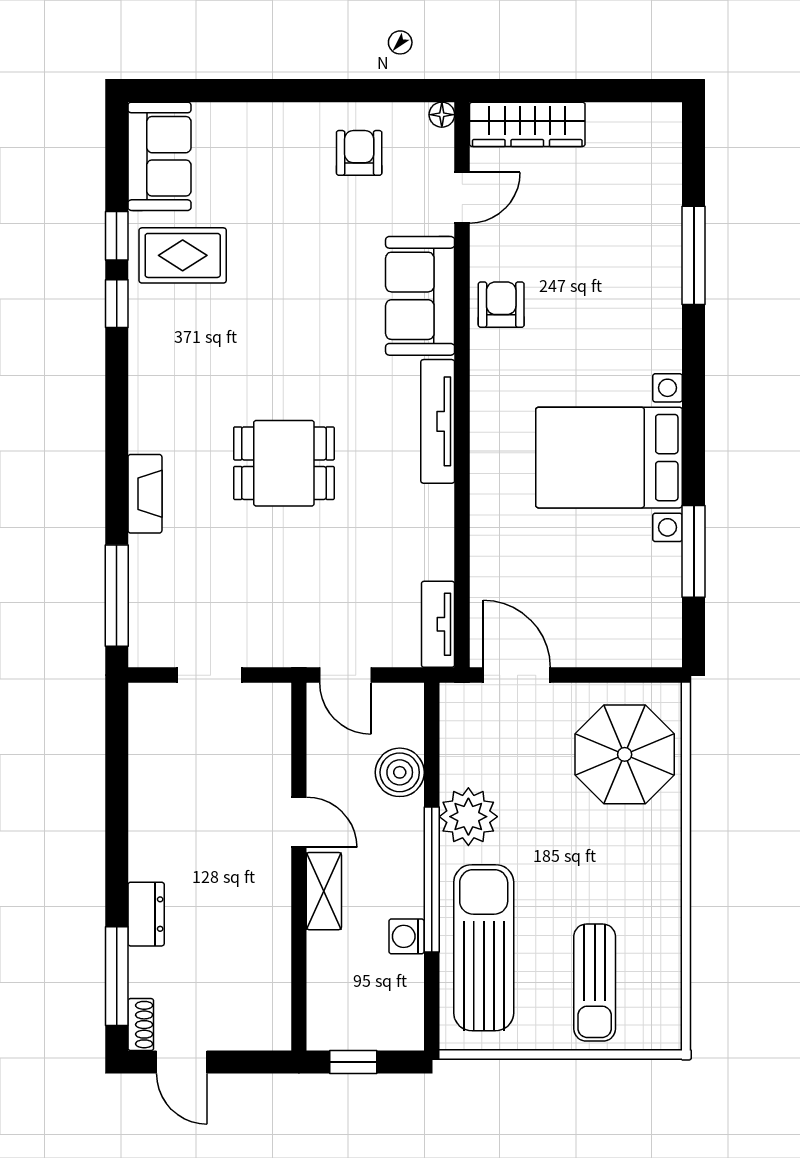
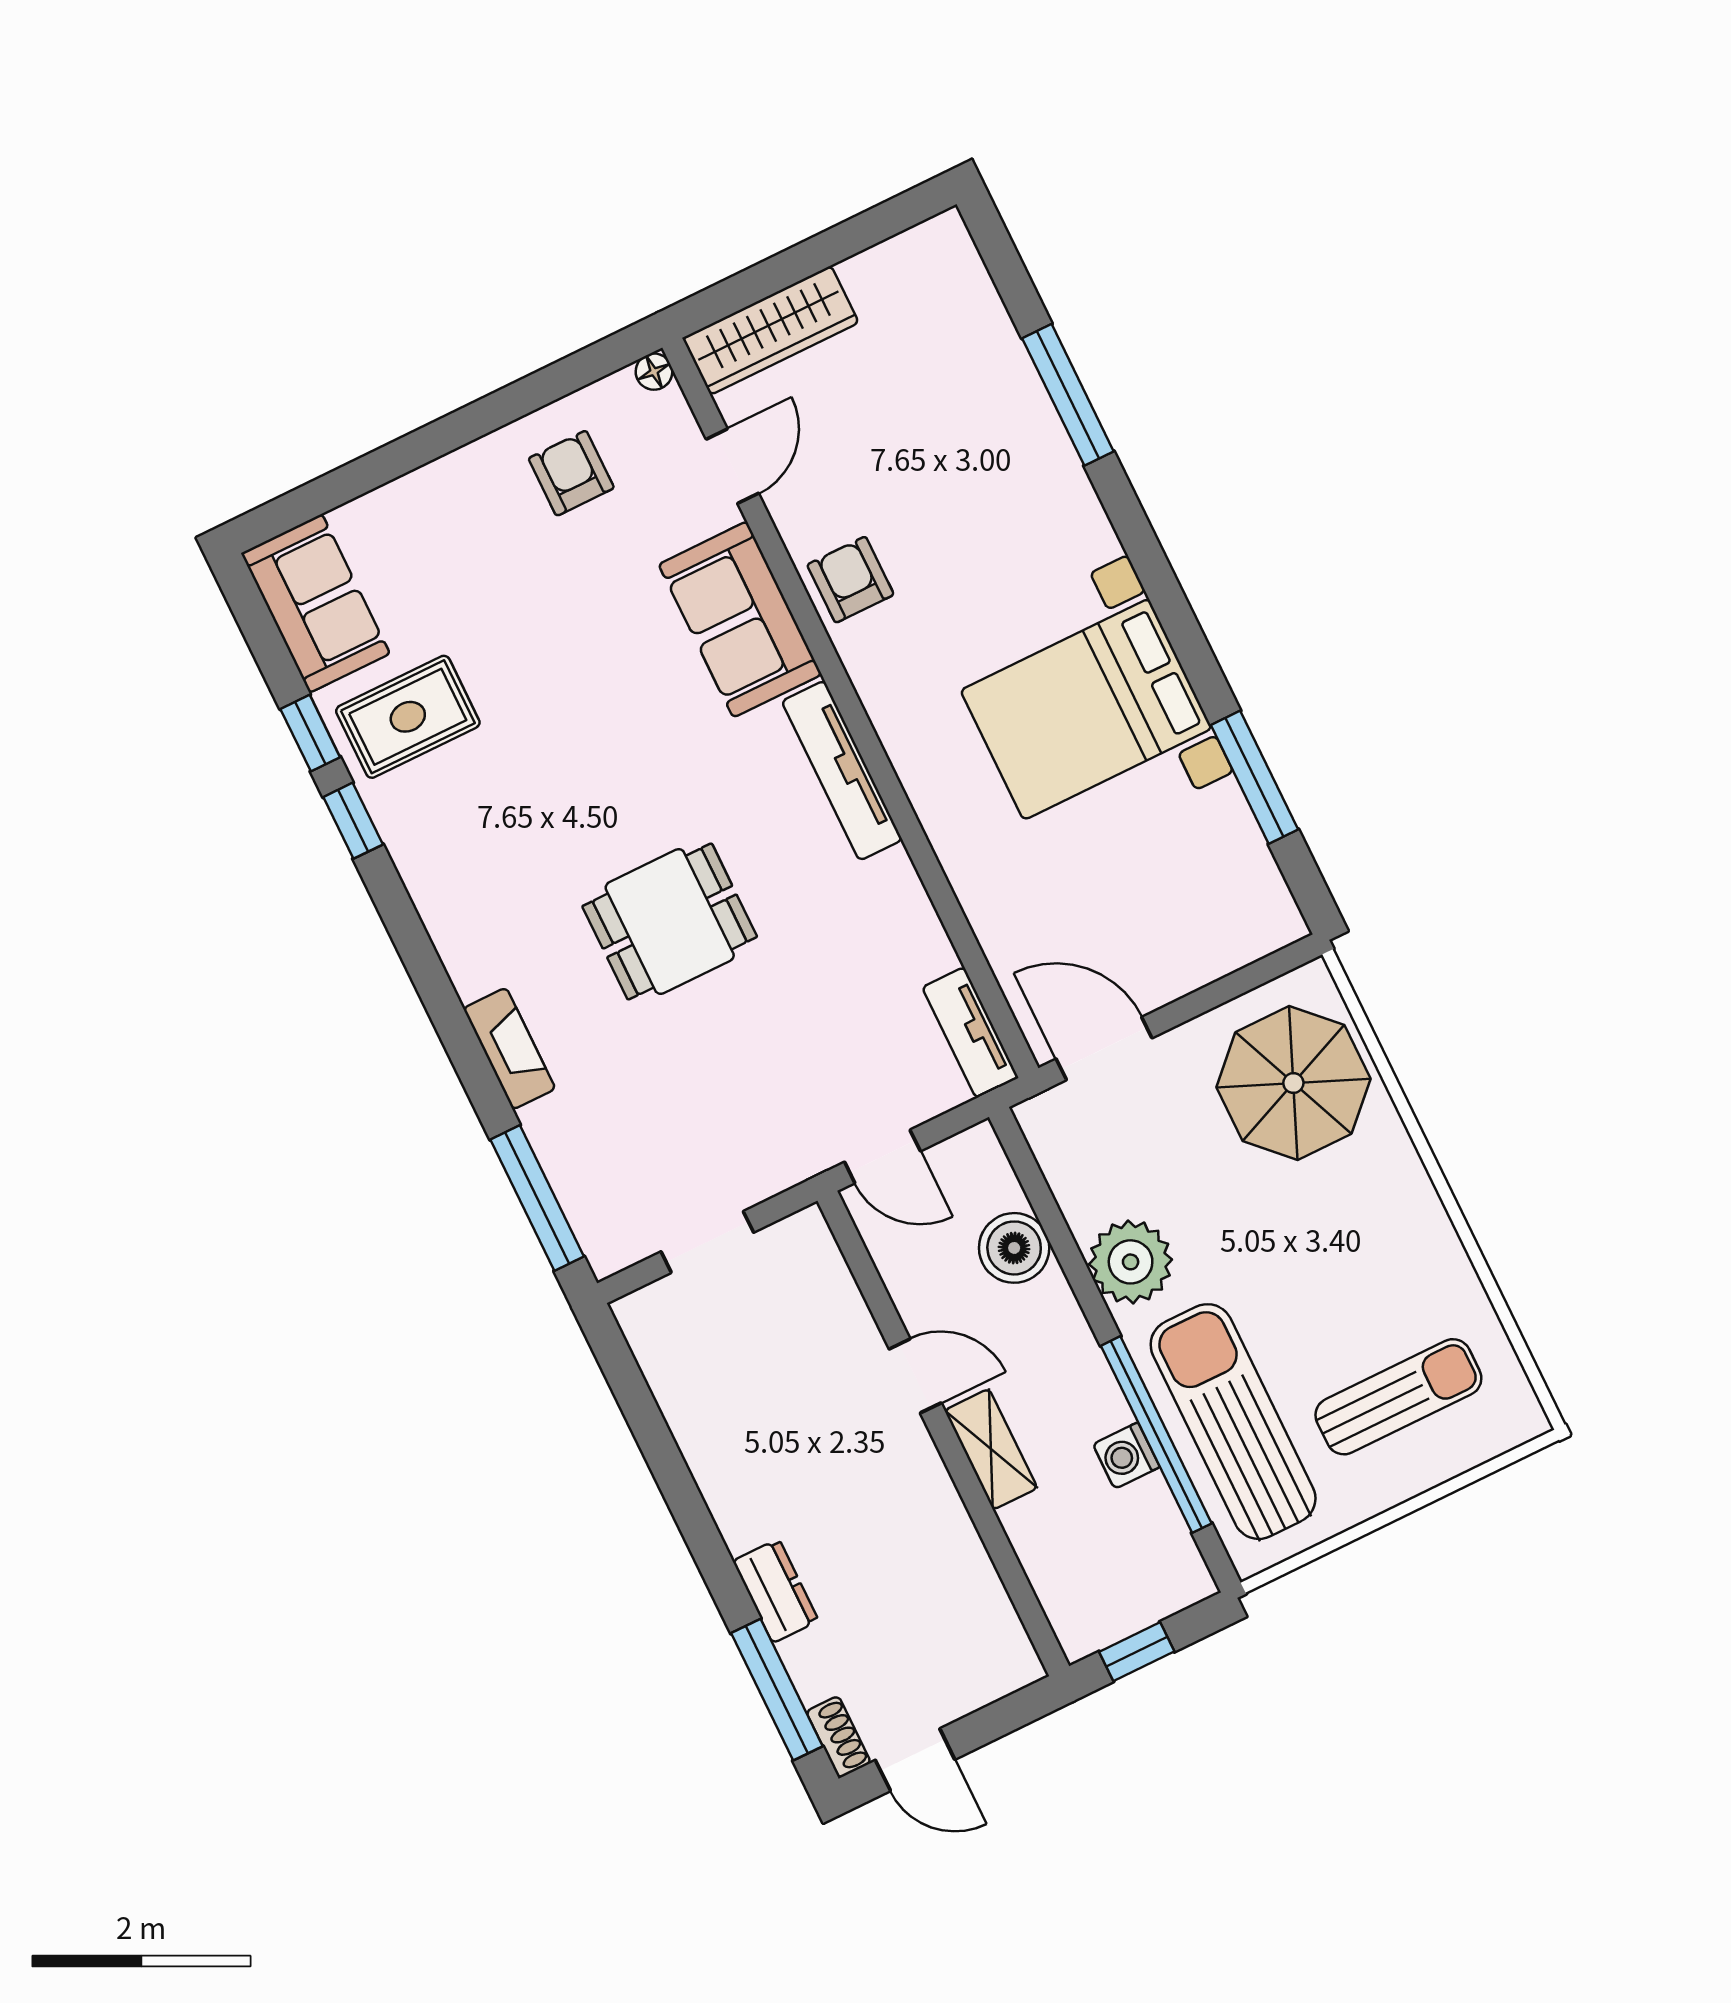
window: (432, 879) -> (1156, 1435), moved
sun lounger: (595, 983) -> (1398, 1397), turned -90

